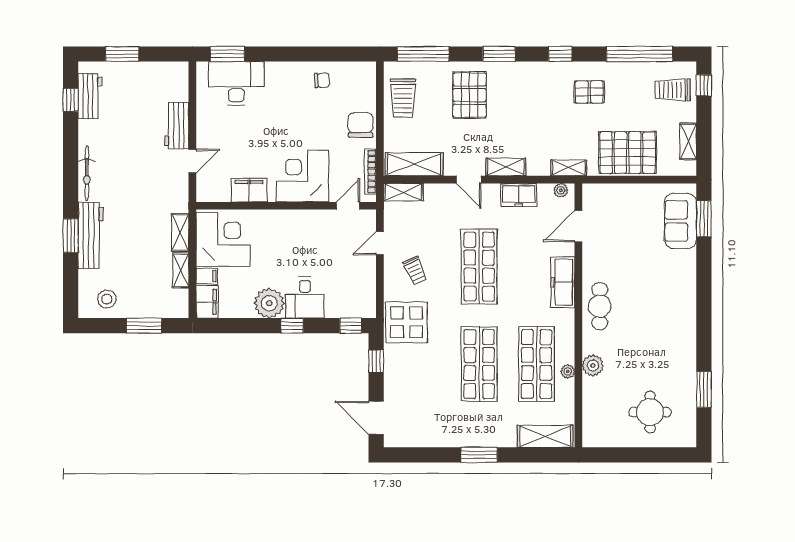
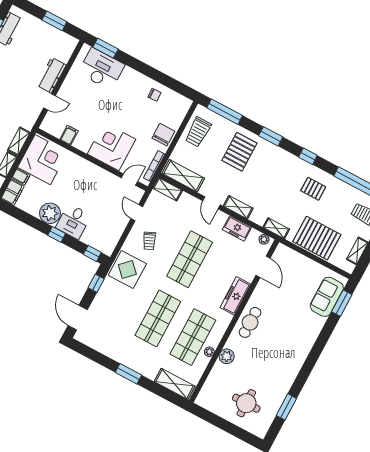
window: (122, 54) -> (54, 21), moved
filing cabinet: (249, 190) -> (69, 135), width x0.50
door: (578, 226) -> (263, 267), swing flipped
door: (380, 243) -> (137, 213), hinge flipped

